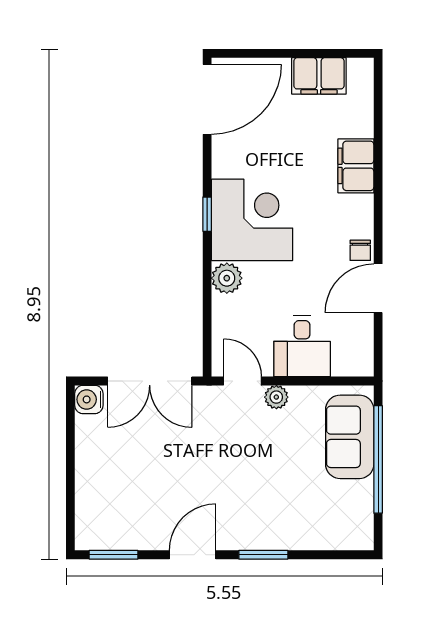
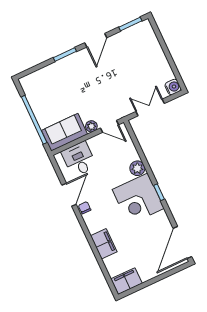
filing cabinet: (319, 76) -> (127, 281), moved
desk: (302, 346) -> (79, 159), moved
double door: (150, 381) -> (150, 107), width x0.73
sofa: (350, 437) -> (64, 132), moved, turned -90

